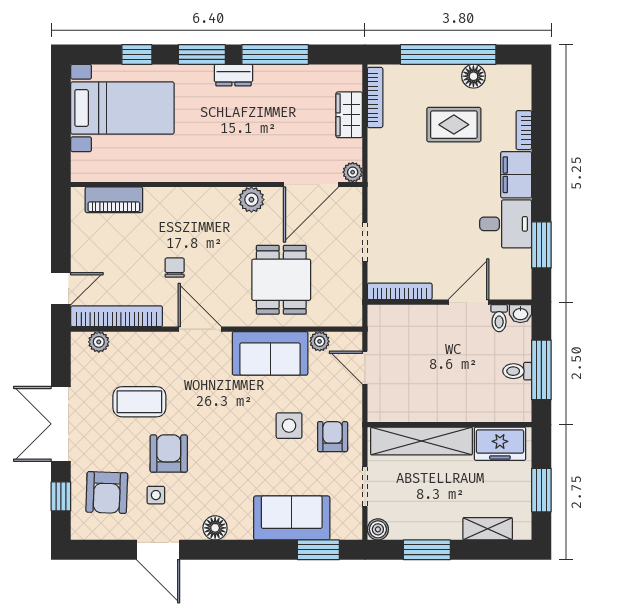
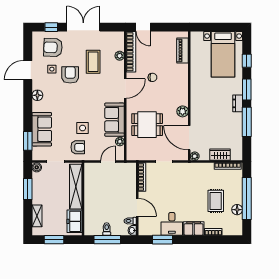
plant: (99, 342) -> (120, 56), moved
armchair: (169, 454) -> (70, 75), turned -90

